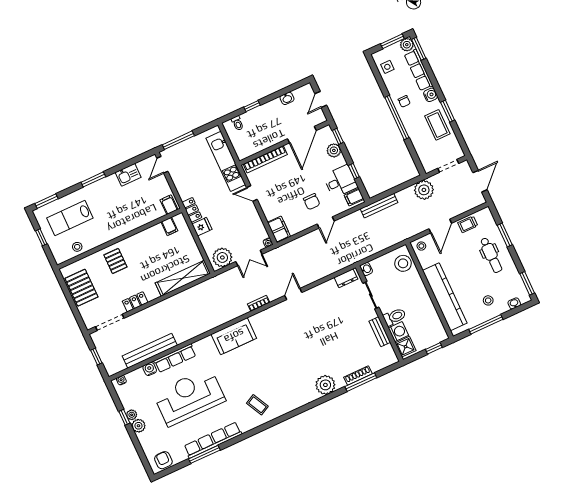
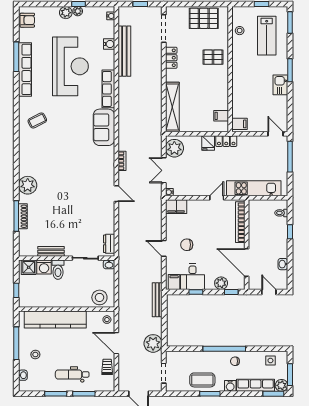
kitchen sink: (128, 175) -> (280, 85), moved
lab bench: (70, 218) -> (267, 36), turned 180
window: (527, 283) -> (56, 394), moved
row of seats: (175, 358) -> (108, 89), moved

